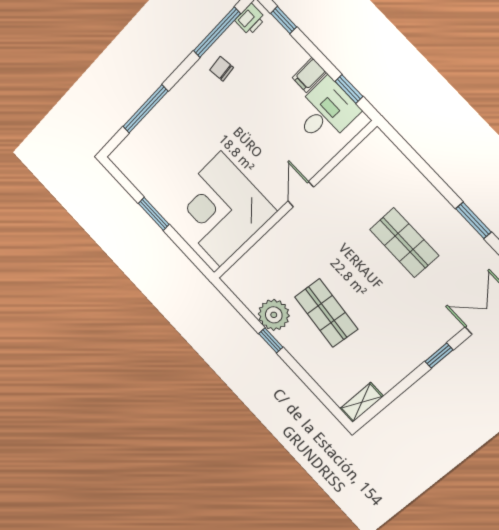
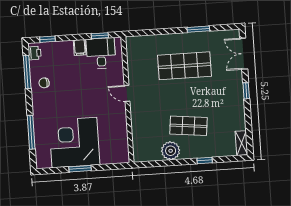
corner desk: (221, 209) -> (74, 142), moved, turned 90
shop shelf: (404, 243) -> (185, 66), width x1.43, depth x1.36
window: (271, 340) -> (205, 160), moved

